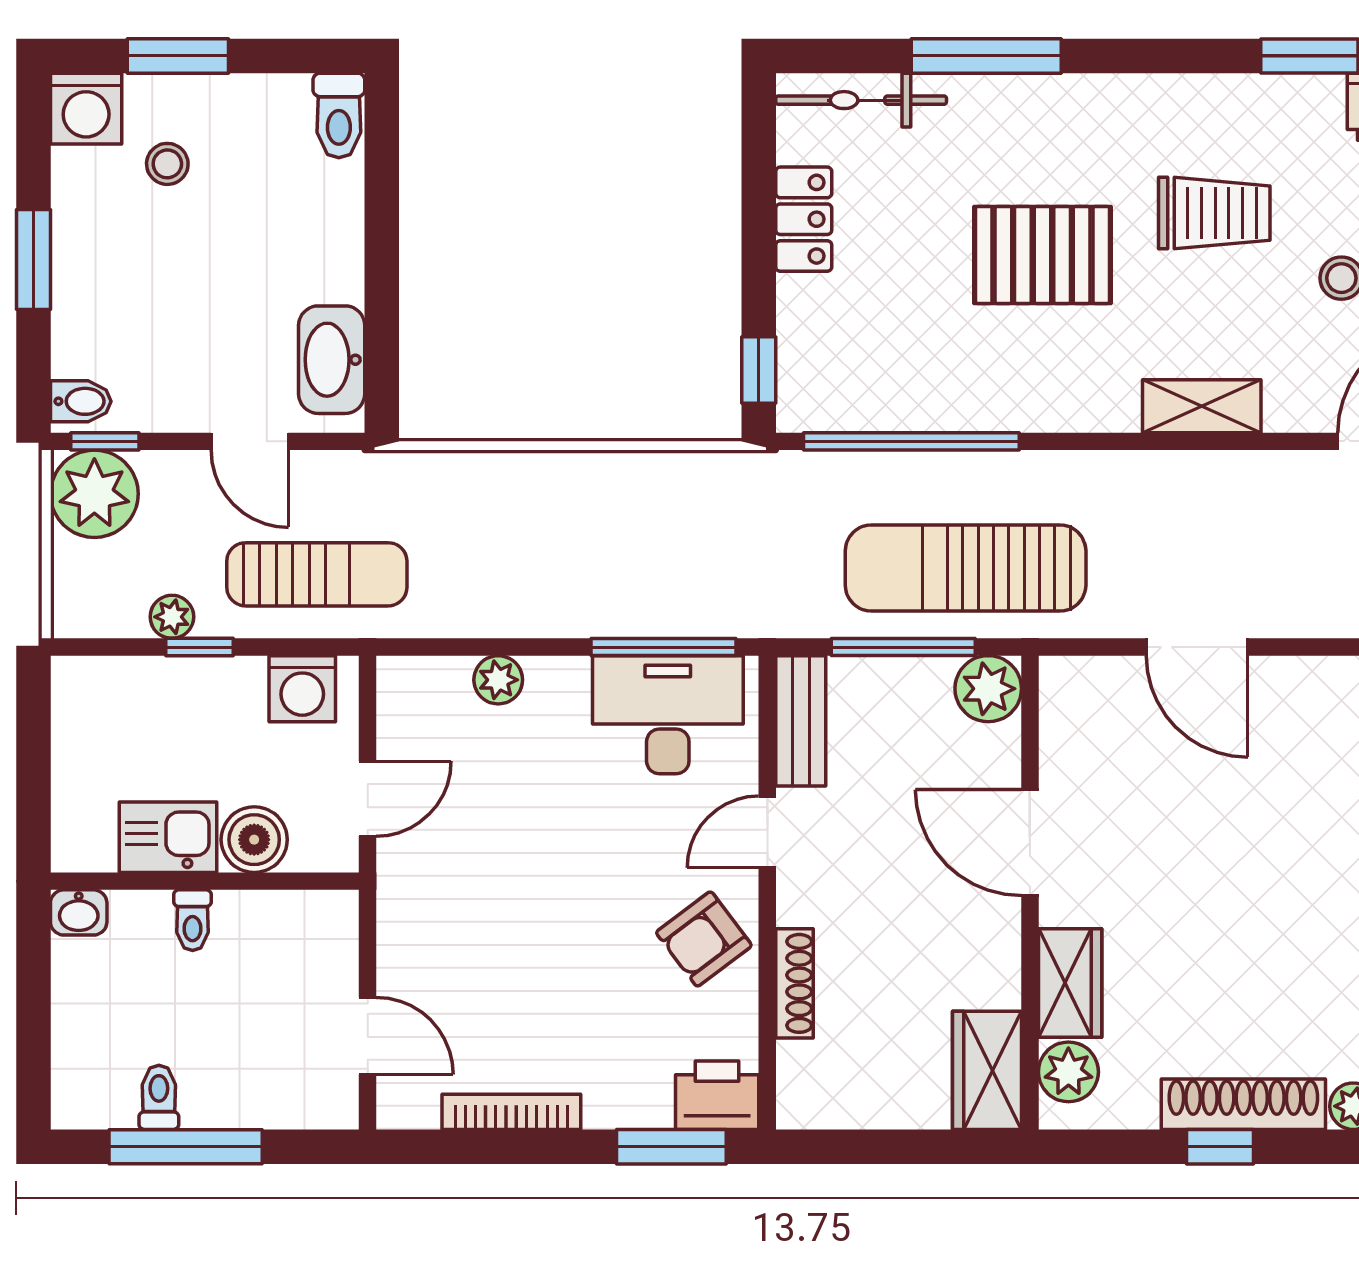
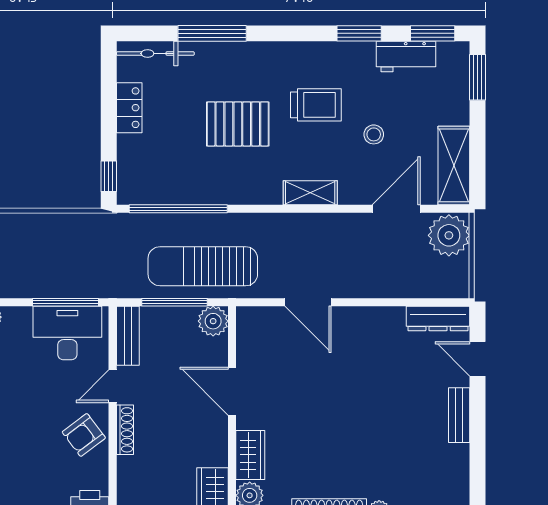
shoe rack: (794, 983) -> (125, 430), moved

